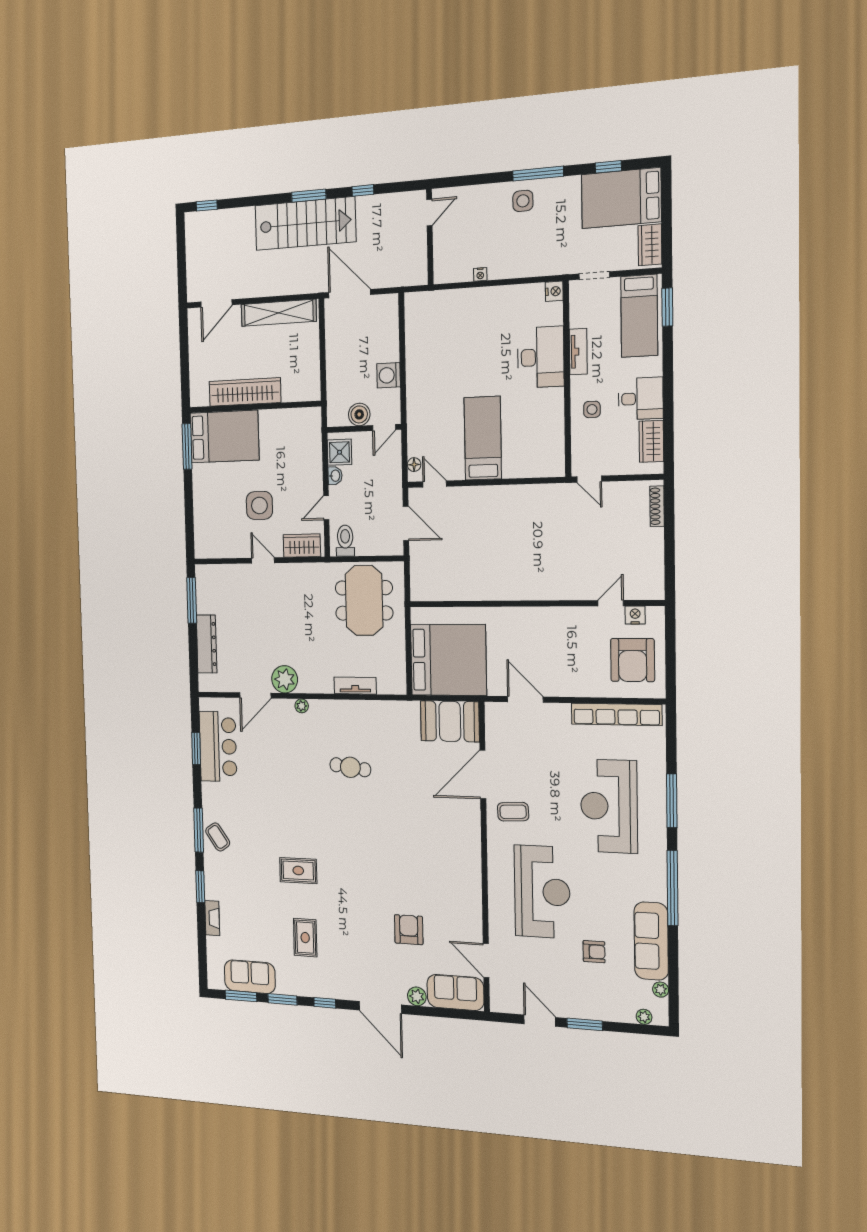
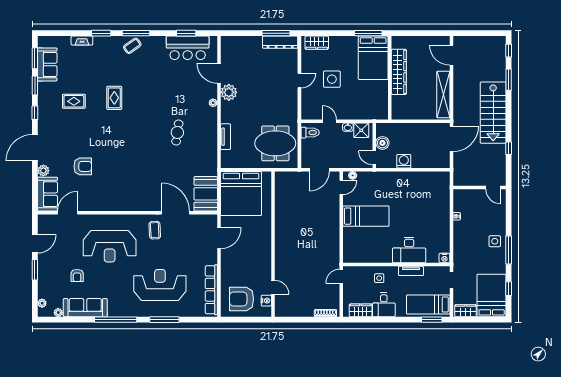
window: (309, 196) -> (509, 80), moved
wardrobe: (302, 546) -> (317, 43), moved, turned 90
dresser: (207, 644) -> (280, 42), moved

